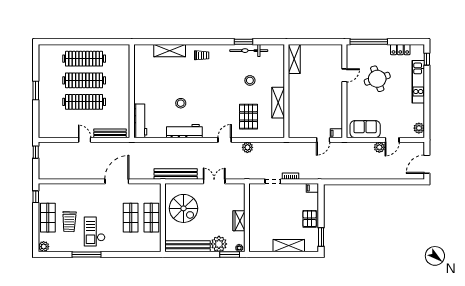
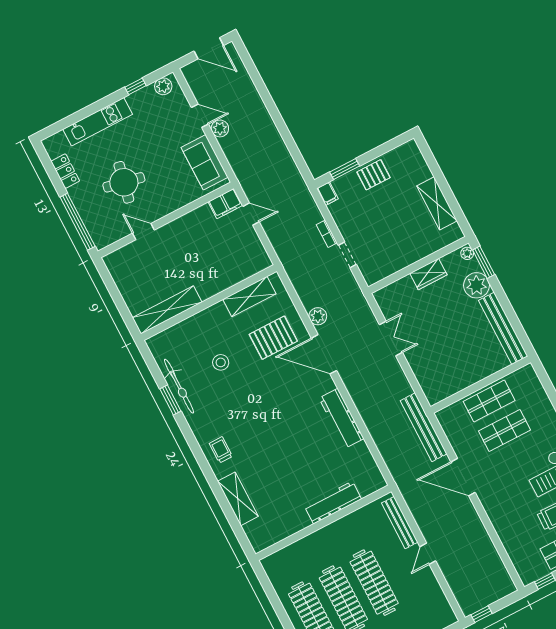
shelving: (294, 59) -> (167, 310), width x1.47
window: (427, 59) -> (136, 86), moved
round table: (377, 79) -> (124, 182), turned 30
stool: (181, 103) -> (304, 444), removed
shelving: (278, 103) -> (249, 297), moved
workbench: (140, 121) -> (333, 503), moved
filing cabinet: (336, 133) -> (225, 204), width x2.00
door: (225, 140) -> (324, 354), width x1.87
bench: (176, 174) -> (424, 427), moved
double door: (214, 181) -> (391, 338), swing flipped
spiral stairs: (183, 208) -> (452, 362), removed
window: (321, 237) -> (345, 169), moved
shelving: (289, 246) -> (437, 203), moved

